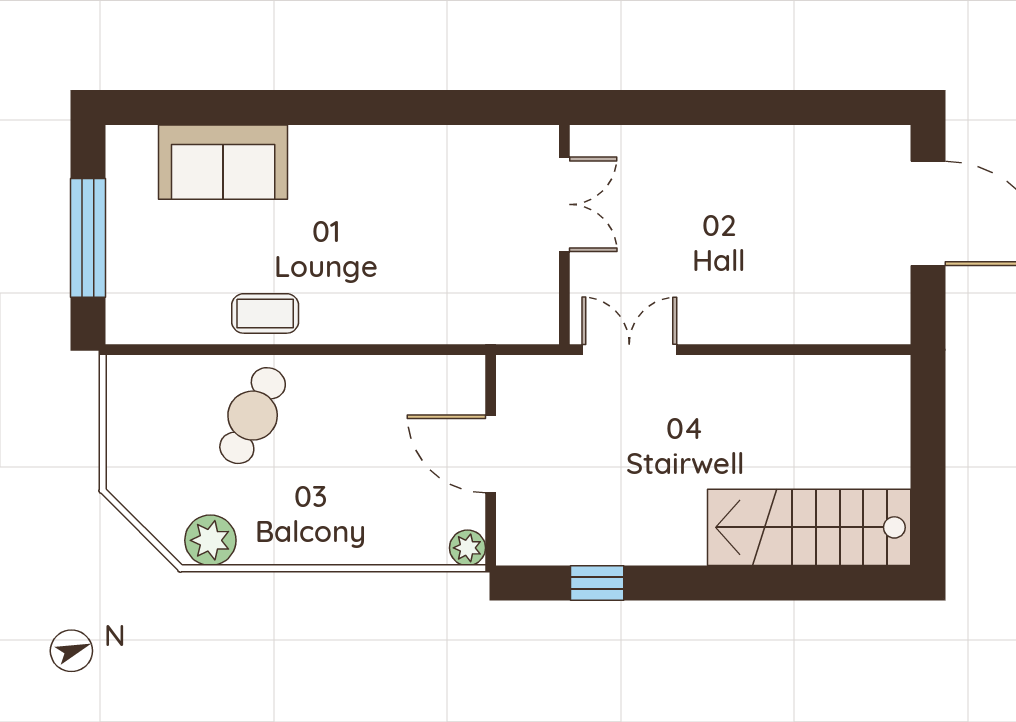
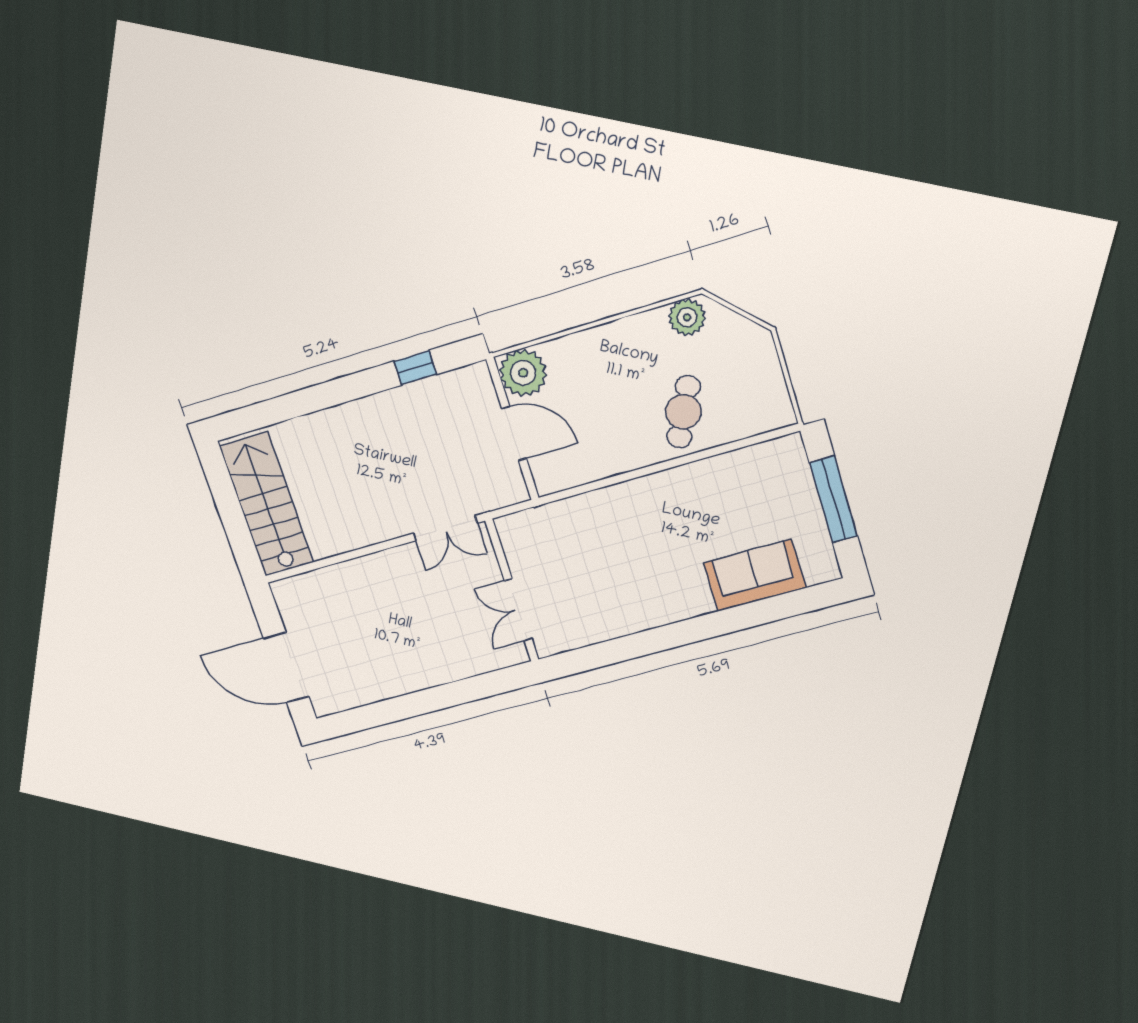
coffee table: (265, 313) -> (696, 483), removed
stairs: (809, 527) -> (267, 504), moved, turned -90
plant: (468, 548) -> (523, 373), width x1.88, depth x1.88

